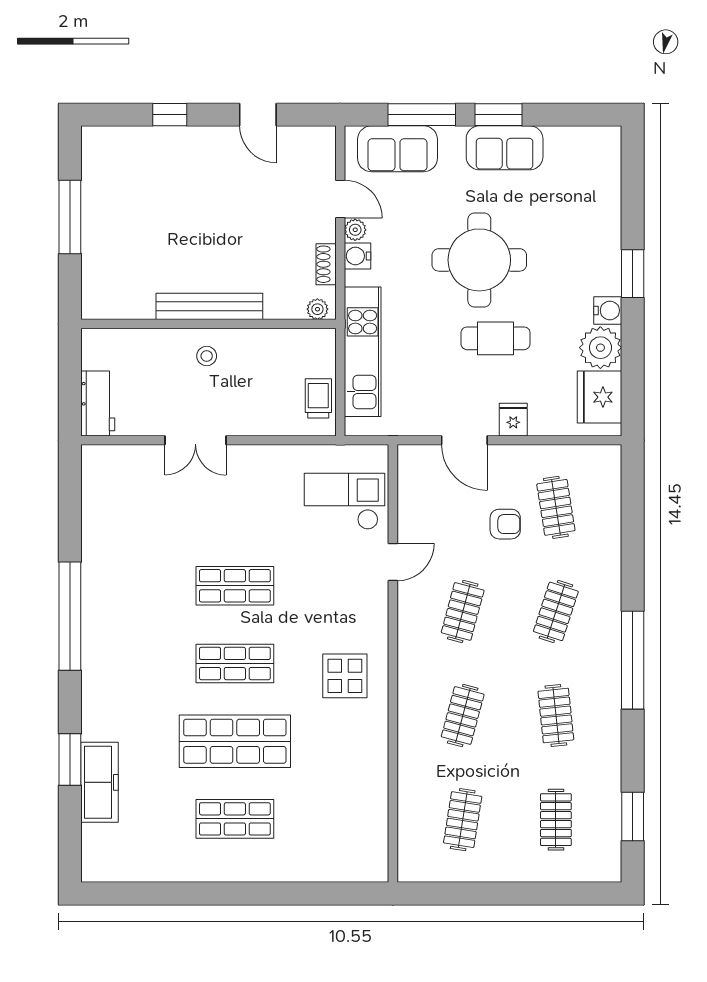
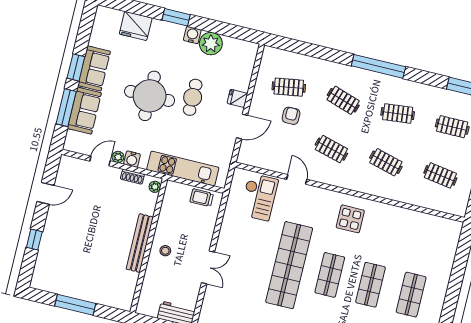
sofa: (397, 149) -> (84, 111), moved
fridge: (599, 397) -> (136, 26), moved
checkout: (344, 501) -> (259, 197), turned 180
shop shelf: (235, 586) -> (289, 265), width x2.00, depth x1.36
shop shelf: (235, 741) -> (370, 285), width x0.70, depth x0.74

